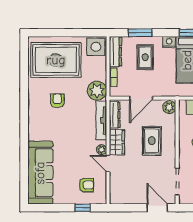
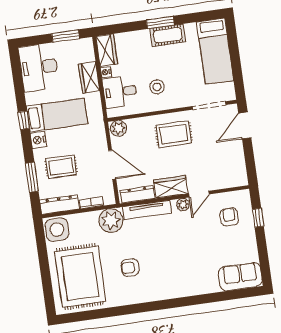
rug: (152, 141) -> (174, 134), moved
sofa: (40, 173) -> (240, 277), width x0.54, depth x0.79

